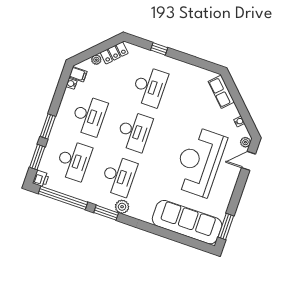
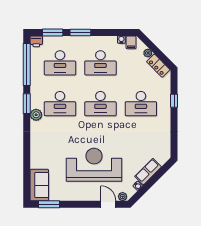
row of seats: (221, 92) -> (148, 172), moved
sofa: (187, 222) -> (39, 185), width x0.54, depth x0.79

